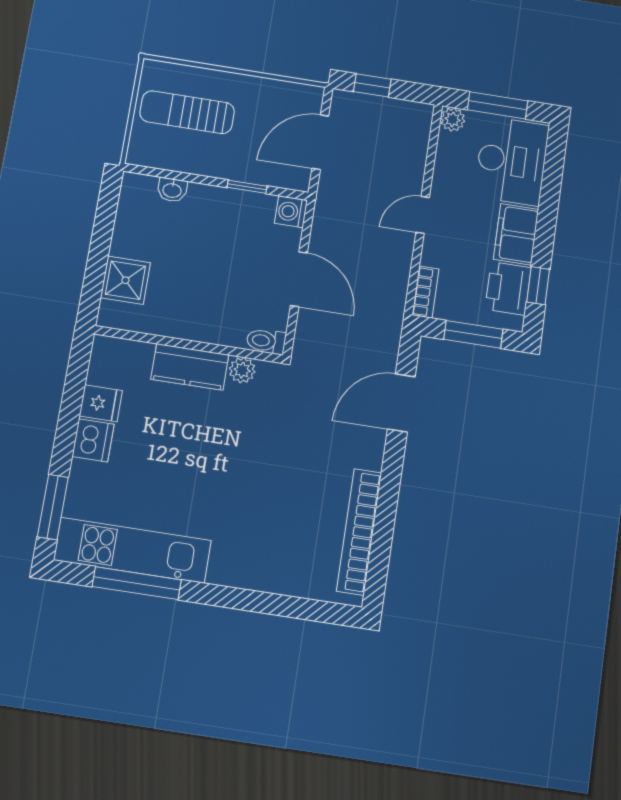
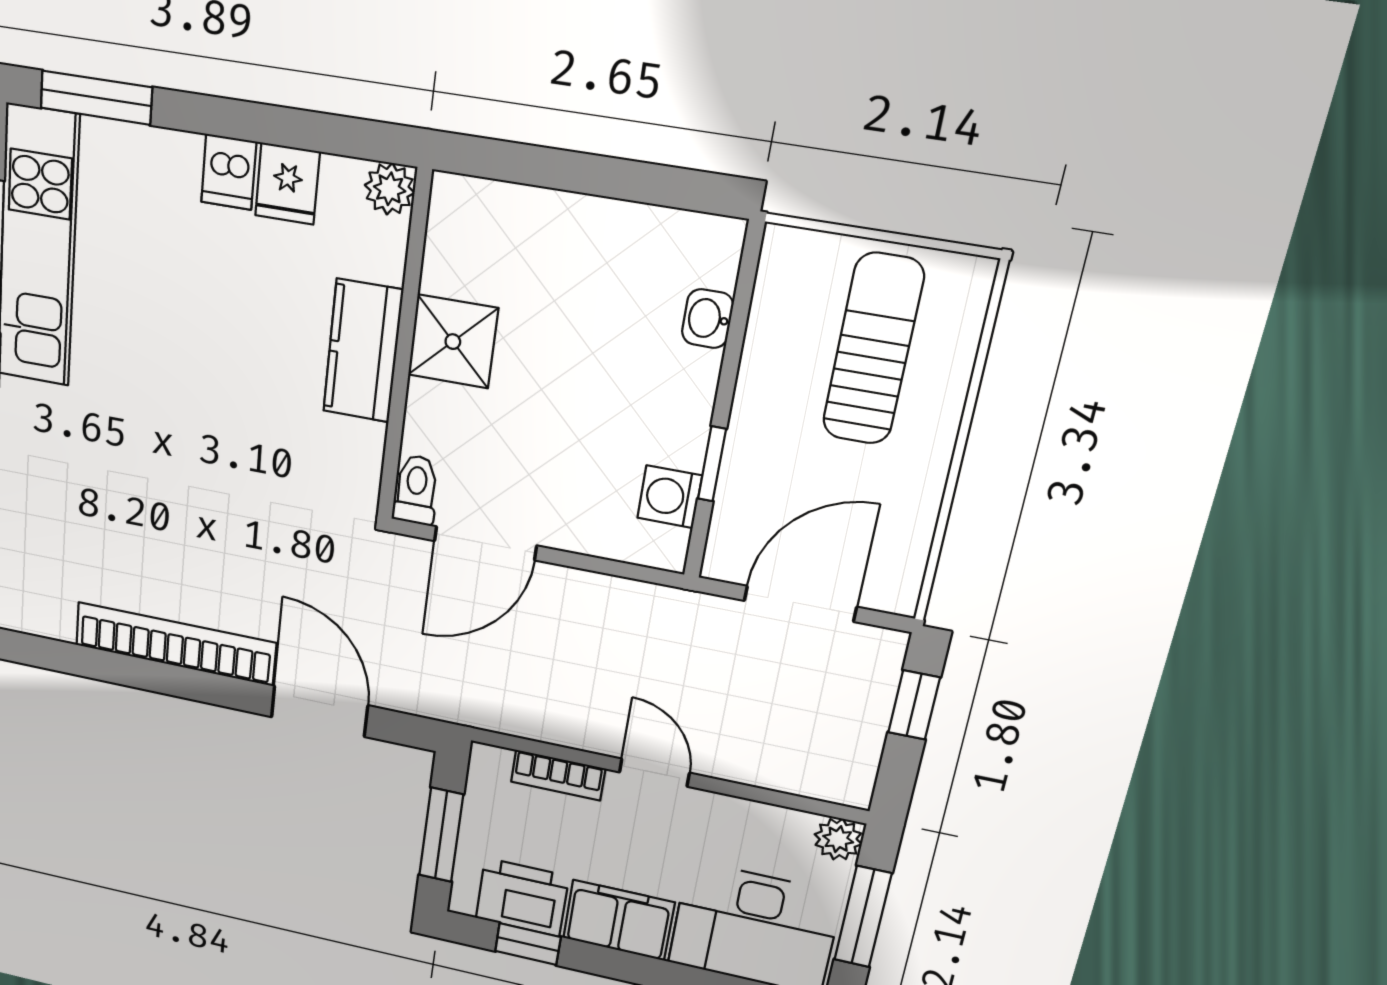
door: (320, 142) -> (800, 604), hinge flipped
washing machine: (291, 212) -> (670, 497), moved, turned -90
door: (299, 279) -> (485, 543), moved
shower: (125, 280) -> (453, 342), moved
bookcase: (426, 292) -> (558, 775), moved
plant: (242, 370) -> (390, 189), moved
dishwasher: (93, 440) -> (229, 172), width x0.73
bookcase: (359, 532) -> (175, 644), moved

